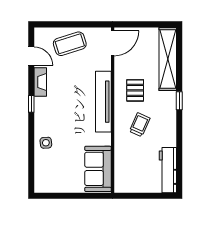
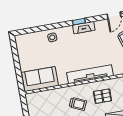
fireplace: (40, 82) -> (84, 28), moved

